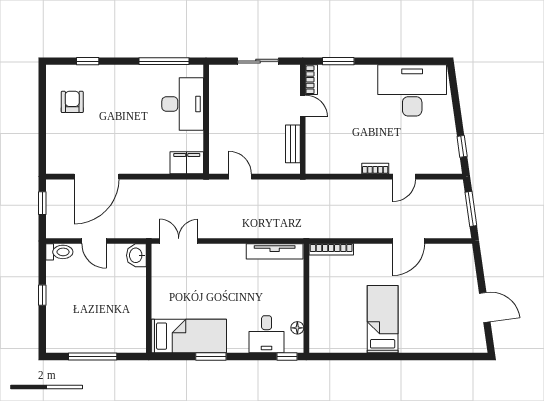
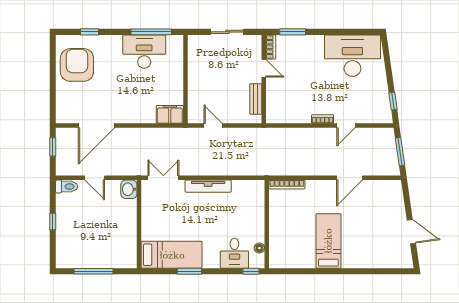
armchair: (72, 102) -> (77, 65), width x1.88, depth x1.88
desk: (183, 104) -> (144, 52), moved, turned -90
tv unit: (275, 251) -> (208, 186), moved

